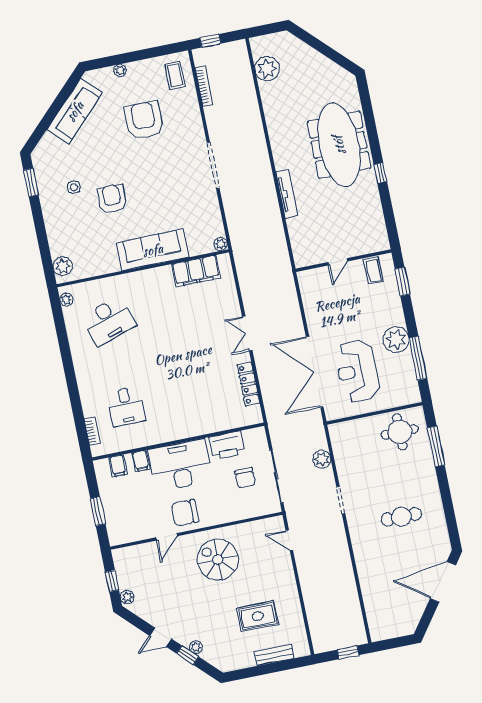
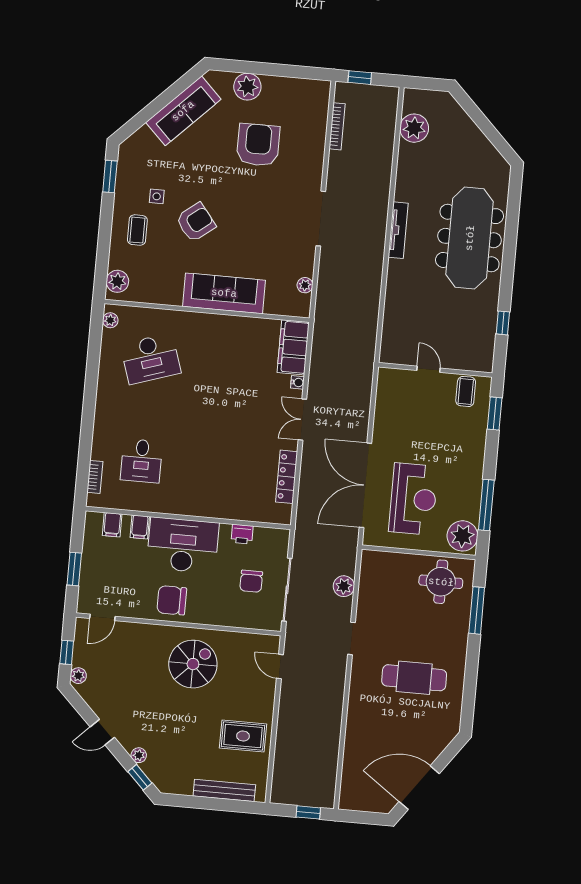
plant: (120, 70) -> (247, 87), width x1.88, depth x1.88
coffee table: (175, 76) -> (137, 230), moved
window: (380, 173) -> (503, 323), moved
tv unit: (287, 194) -> (398, 230), moved
armchair: (112, 199) -> (196, 222), turned 52
plant: (221, 244) -> (305, 285), moved
door: (338, 262) -> (429, 369), swing flipped
filing cabinet: (196, 271) -> (293, 347), moved, turned 90
water cooler: (234, 304) -> (298, 382), added
plant: (396, 339) -> (462, 536), moved
reception desk: (357, 371) -> (413, 499), turned 180
printer: (227, 445) -> (242, 534), width x0.53, depth x0.68
cafe table: (401, 517) -> (414, 678), width x1.37, depth x1.35
door: (167, 537) -> (102, 617), moved
spiral stairs: (218, 560) -> (193, 664), turned 90
door: (443, 582) -> (419, 788), moved
rug: (258, 616) -> (243, 736), moved
window: (188, 655) -> (140, 777), moved
bench: (274, 655) -> (224, 790), width x1.36

